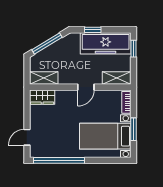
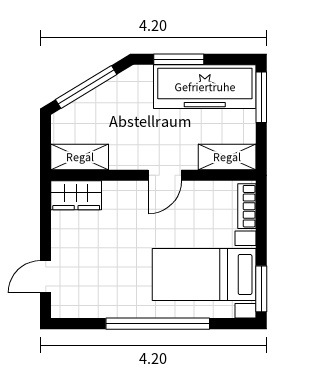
window: (93, 30) -> (179, 59), width x1.50
window: (134, 49) -> (261, 97), width x1.50
window: (134, 129) -> (261, 289), moved
window: (59, 160) -> (158, 324), moved

